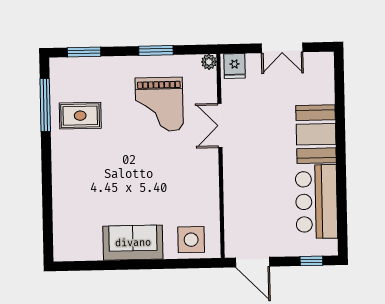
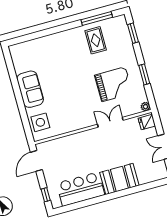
grand piano: (159, 104) -> (114, 84), turned 180

